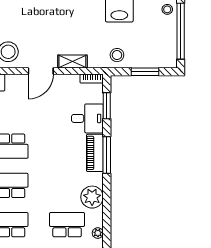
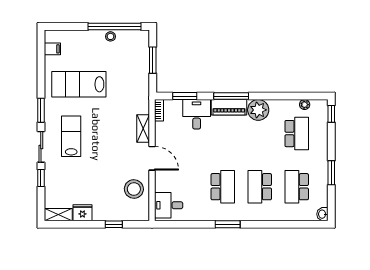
stool: (167, 9) -> (110, 36), moved
stool: (117, 55) -> (137, 87), removed
plant: (92, 197) -> (258, 110), moved
school desk: (67, 225) -> (297, 134), turned 180

